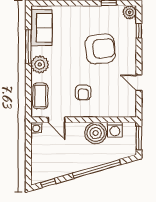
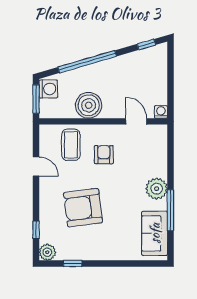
coffee table: (40, 96) -> (71, 145), moved
washing machine: (115, 130) -> (48, 89), moved, turned 90

